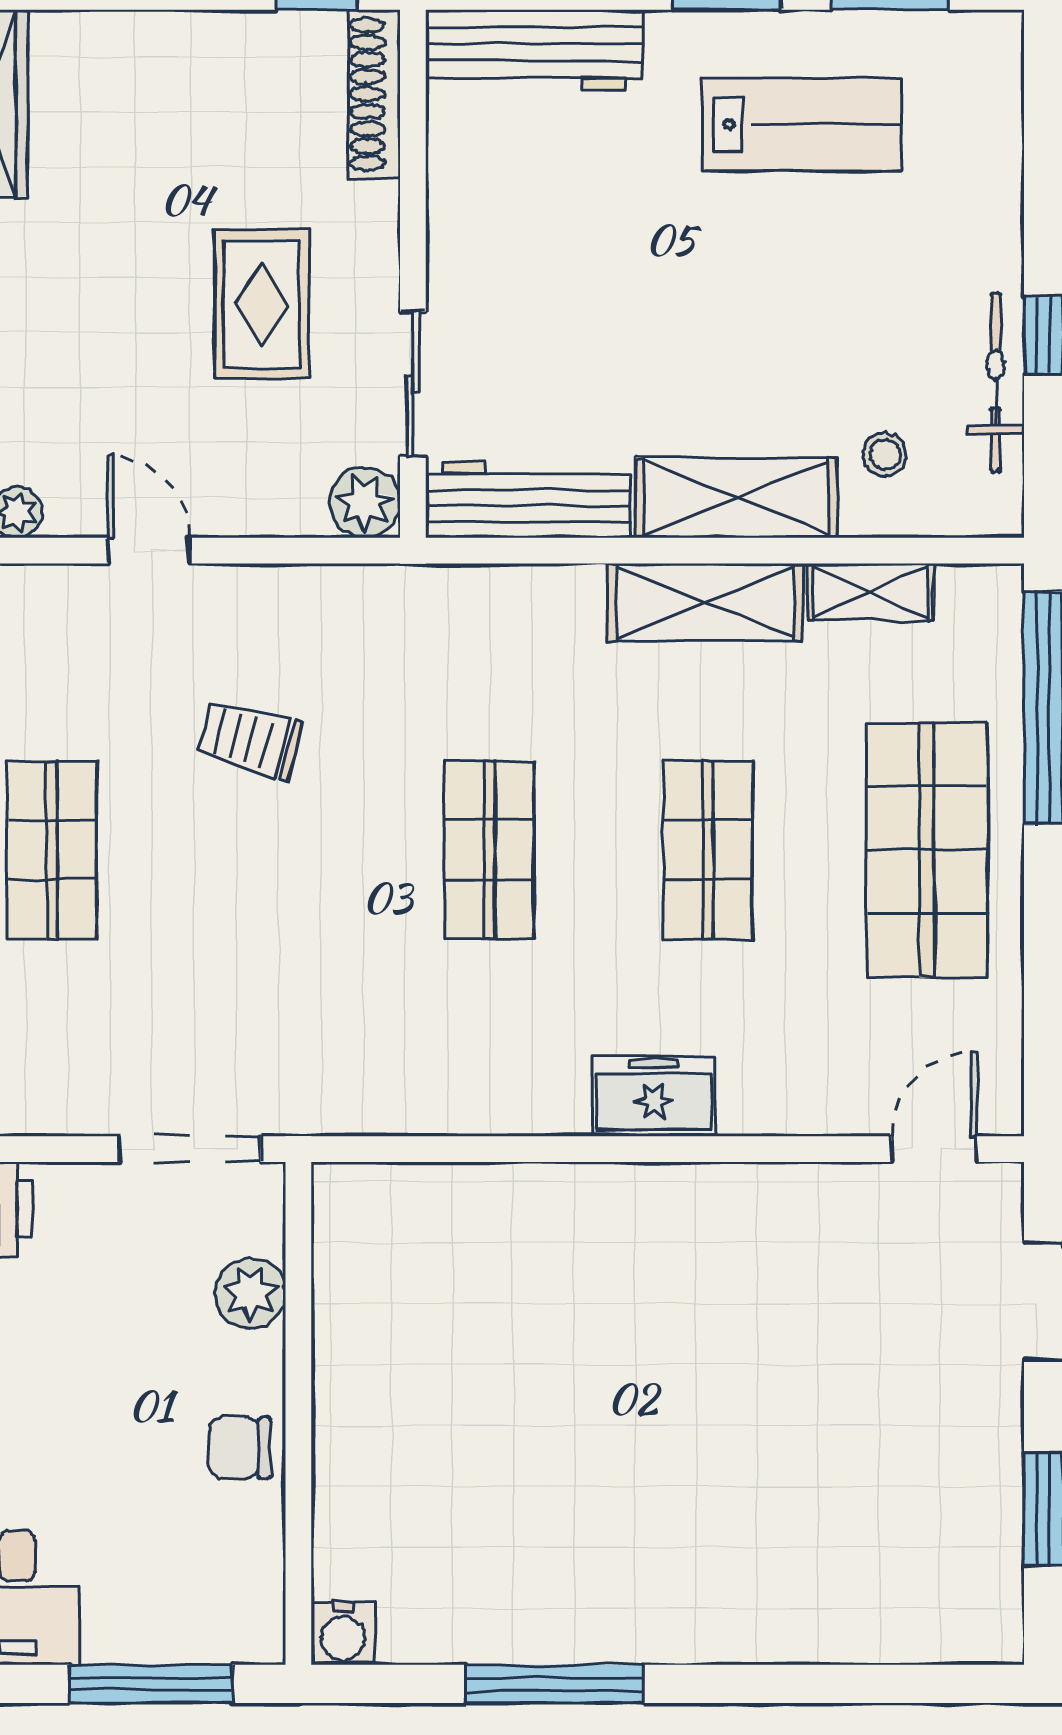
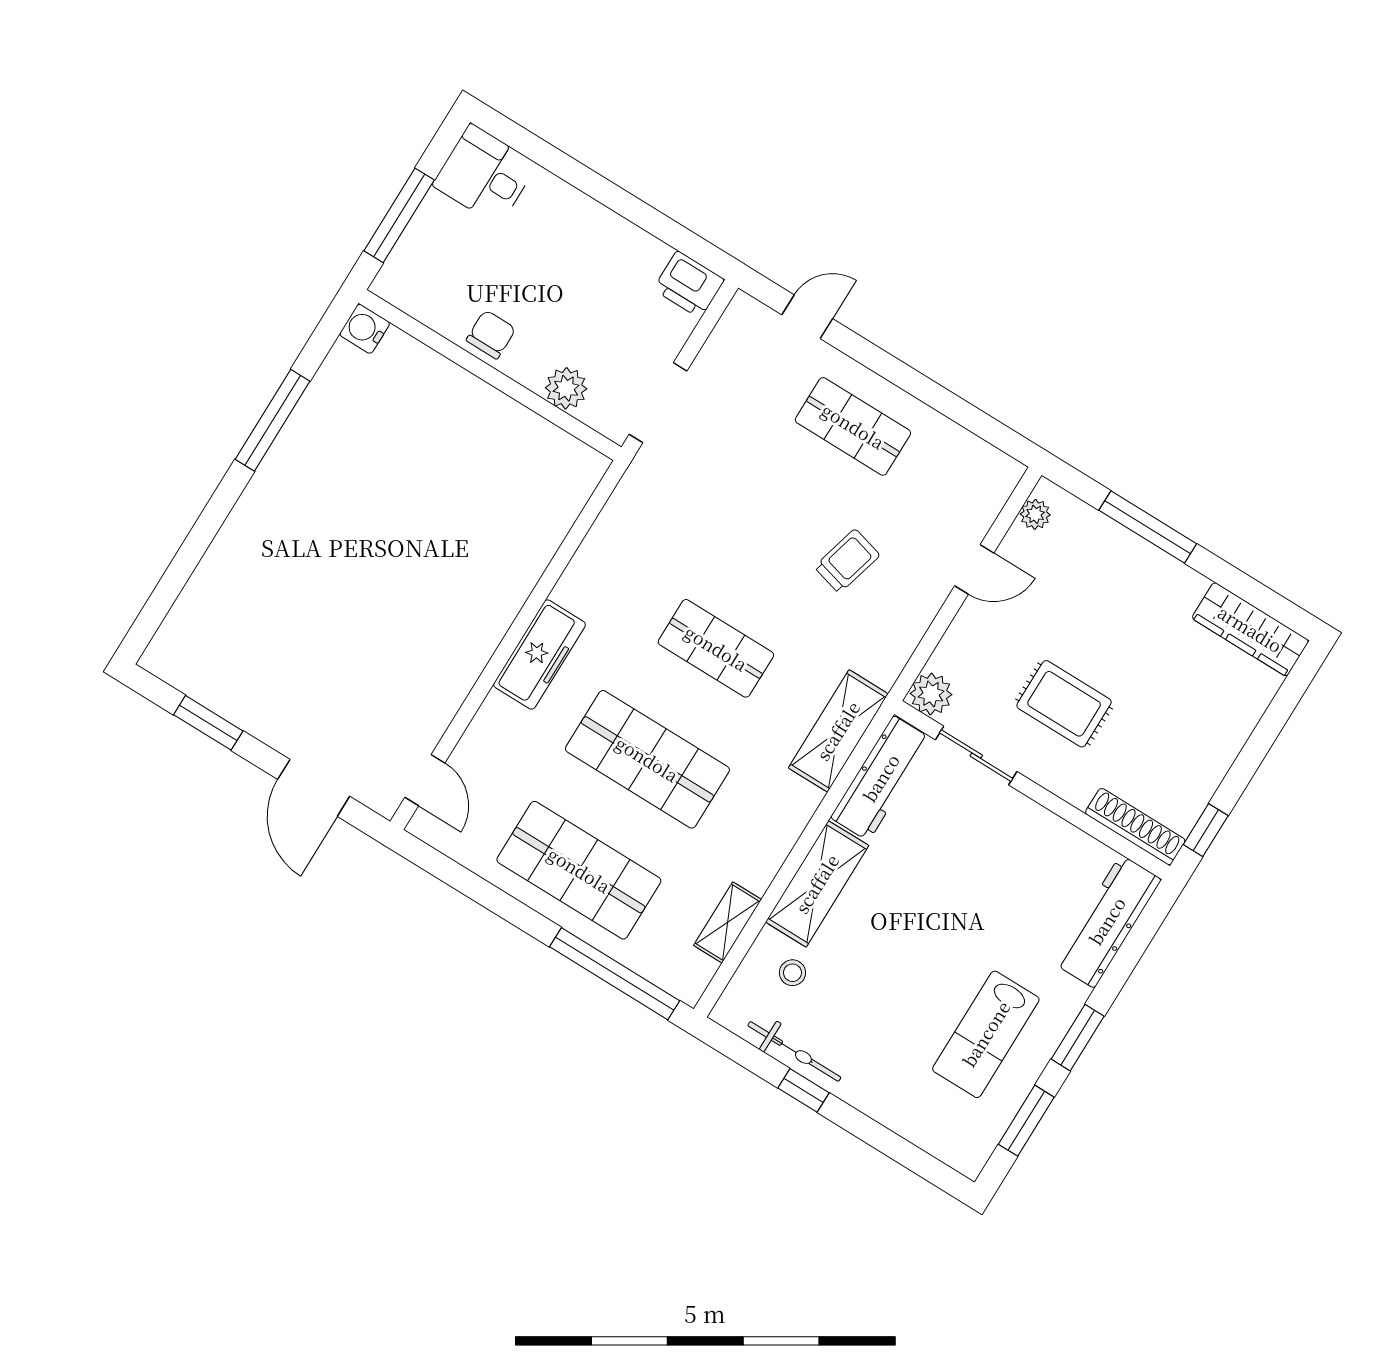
shelving: (705, 602) -> (838, 731), moved
shop shelf: (708, 850) -> (647, 759), width x1.43, depth x1.36
freezer: (654, 1096) -> (539, 655), width x1.40

